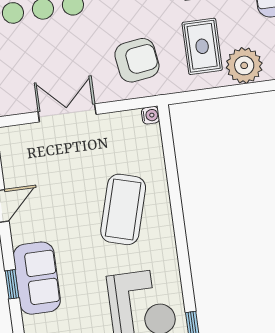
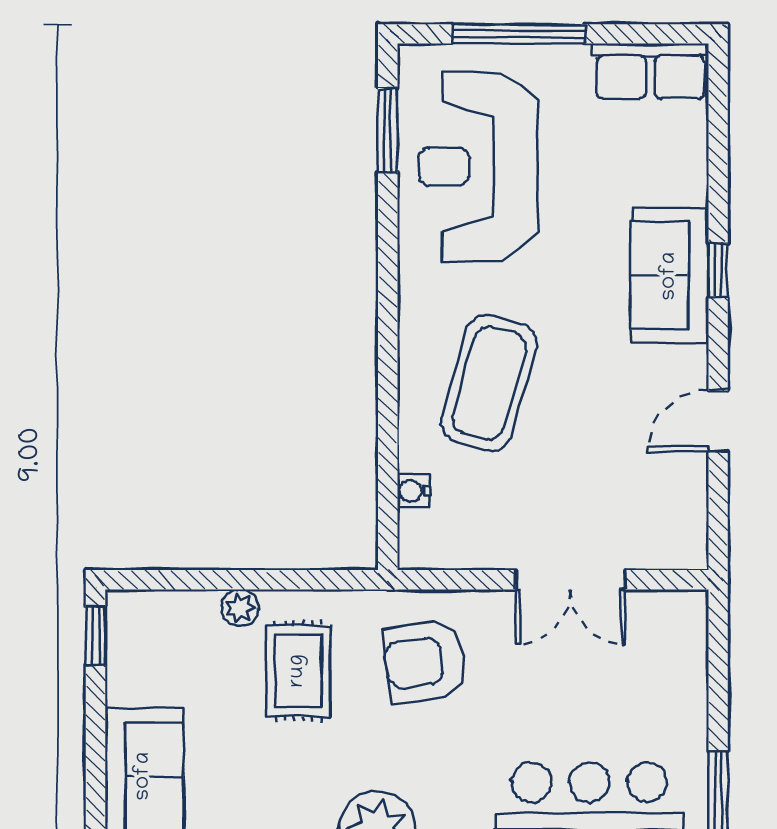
plant: (244, 65) -> (240, 608), width x0.53, depth x0.53
water cooler: (150, 115) -> (413, 491), moved

